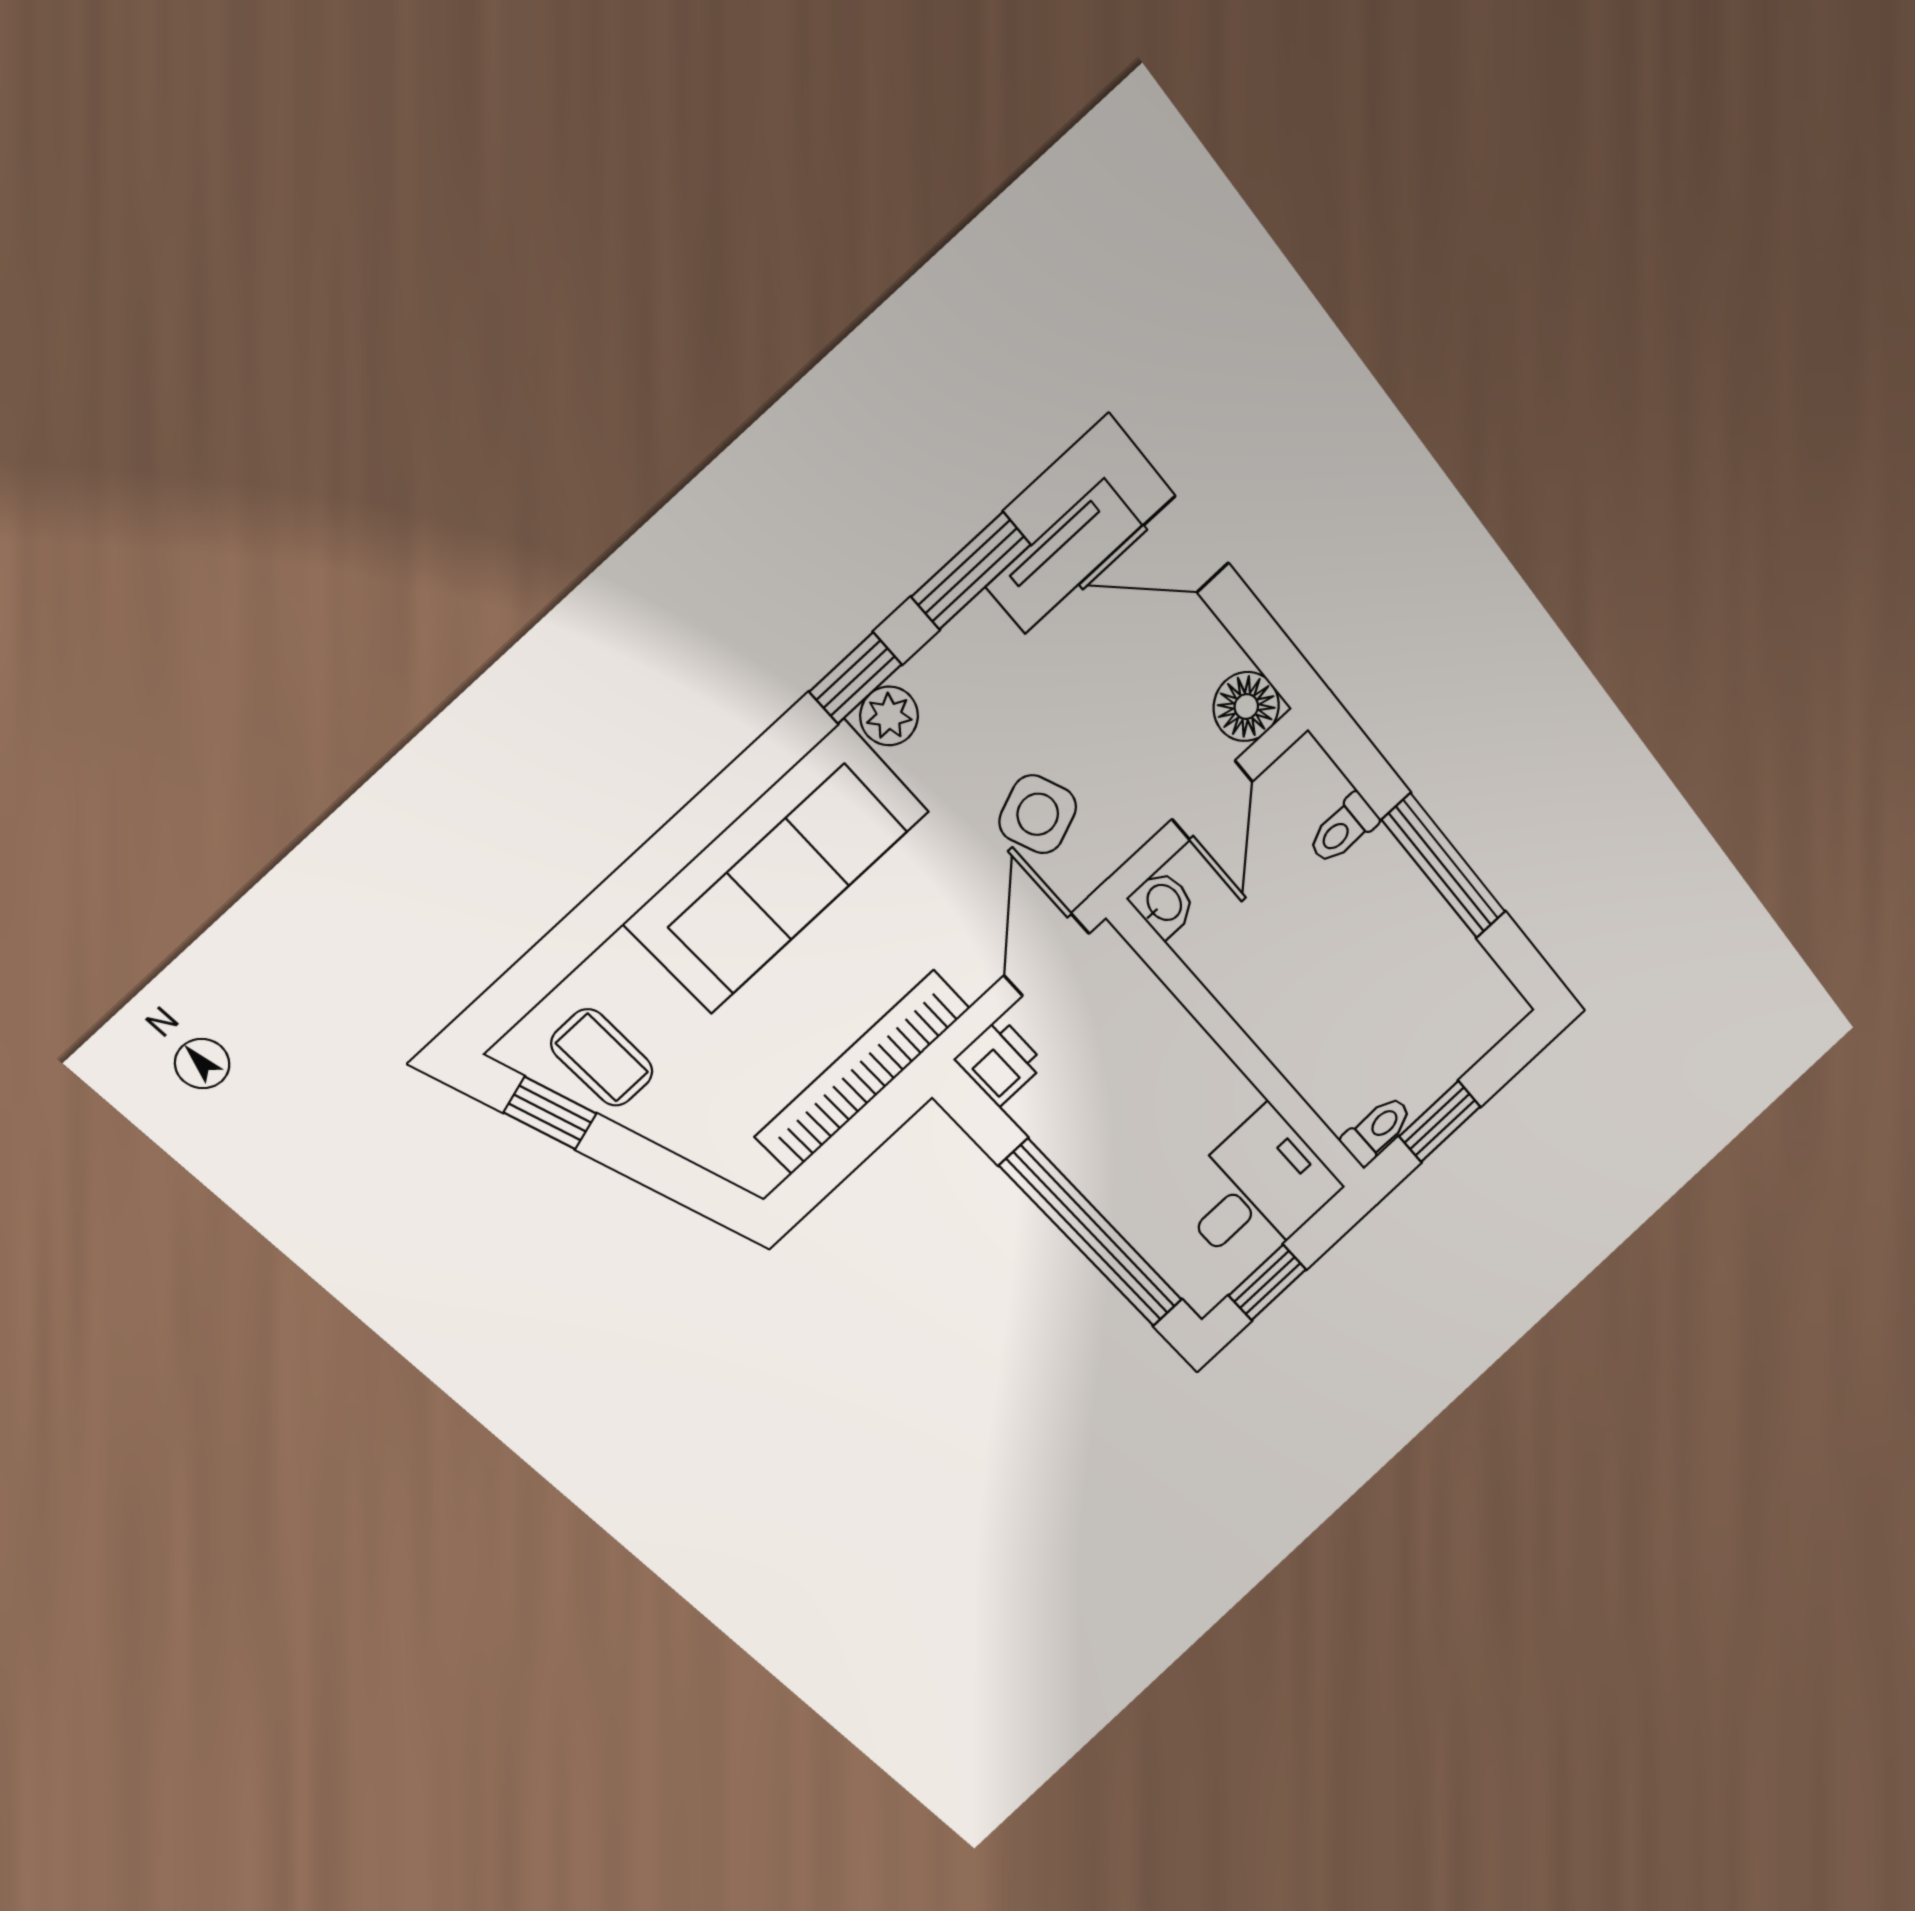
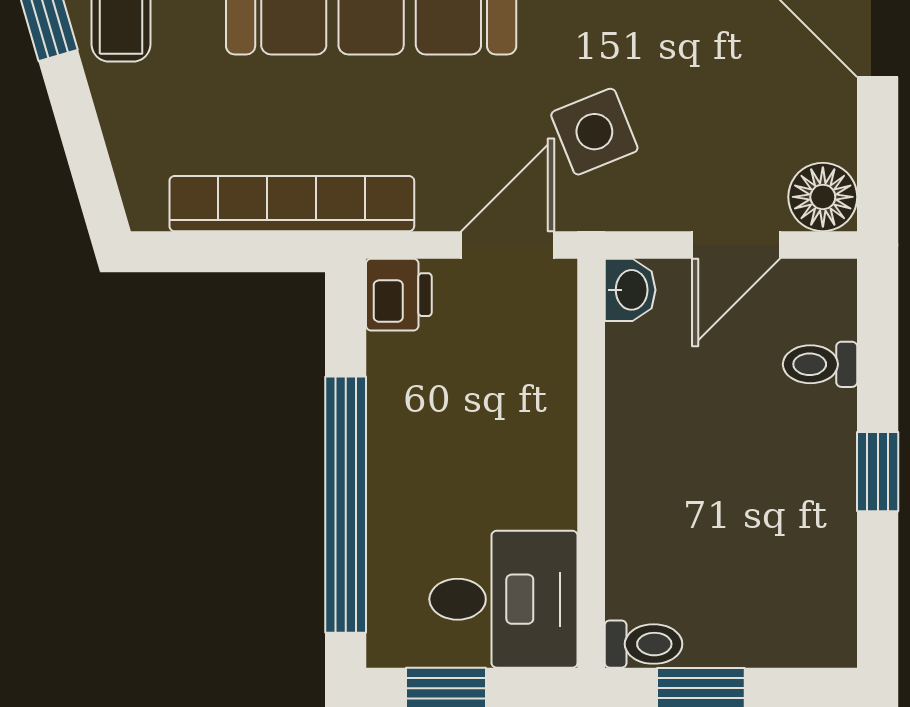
window: (1444, 866) -> (878, 472), width x0.46

